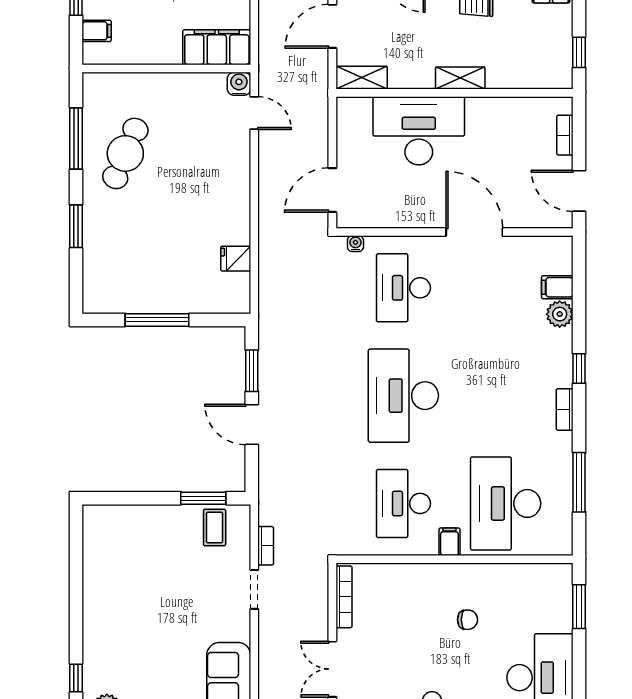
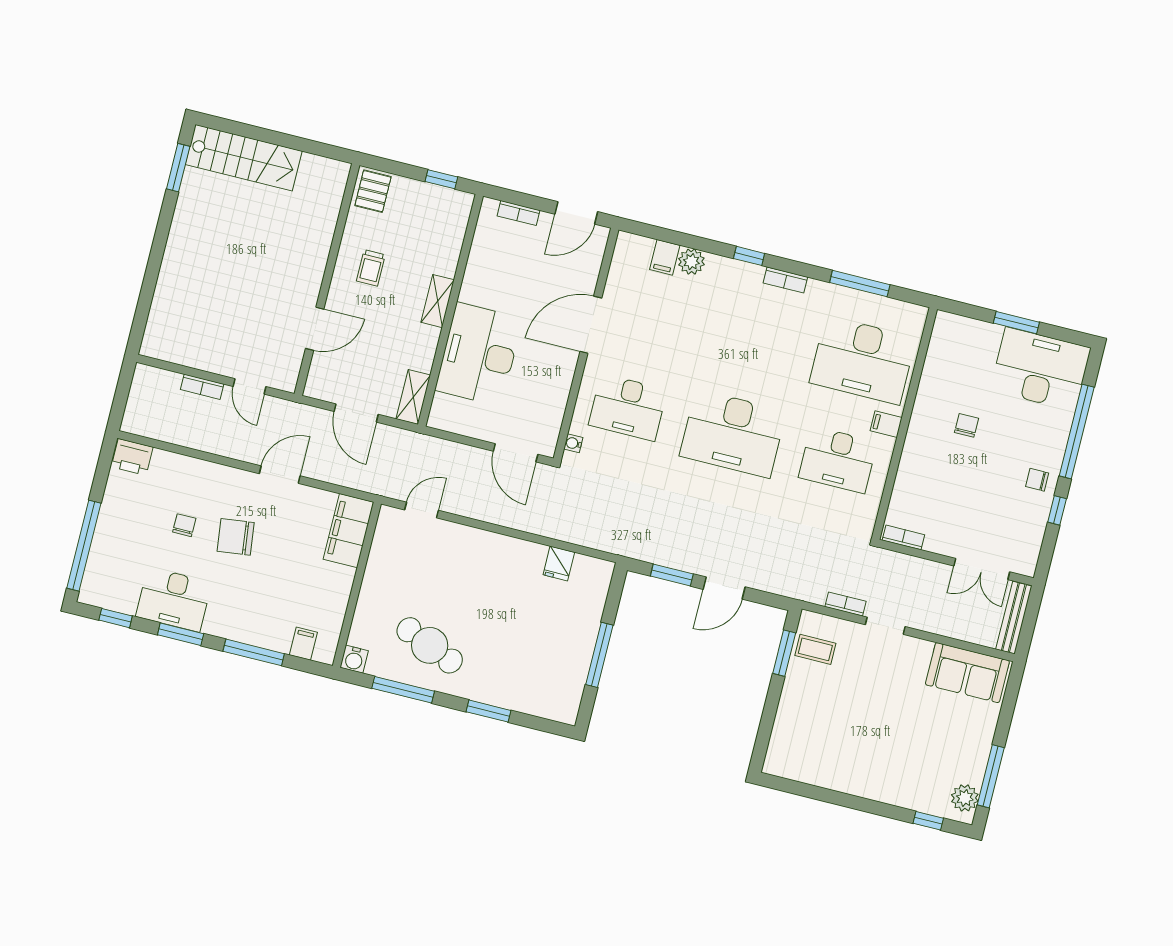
water cooler: (239, 84) -> (354, 659), moved, turned -90
bookcase: (344, 597) -> (903, 537), width x0.64
window: (579, 607) -> (1016, 323), moved

